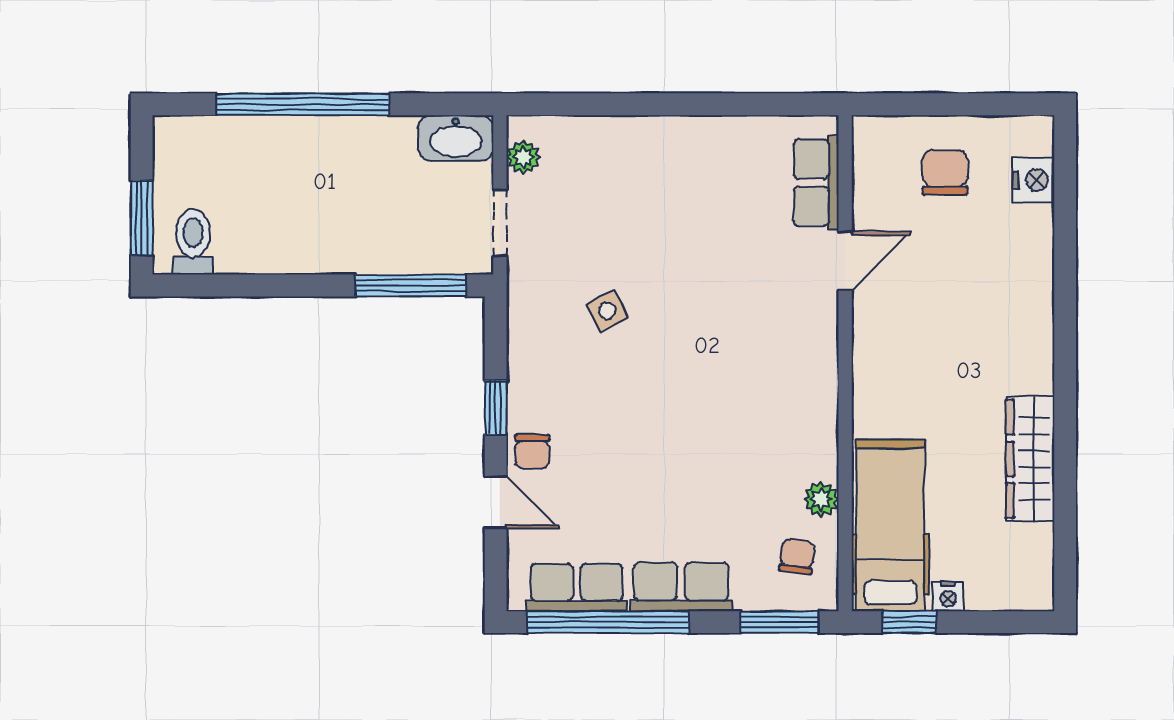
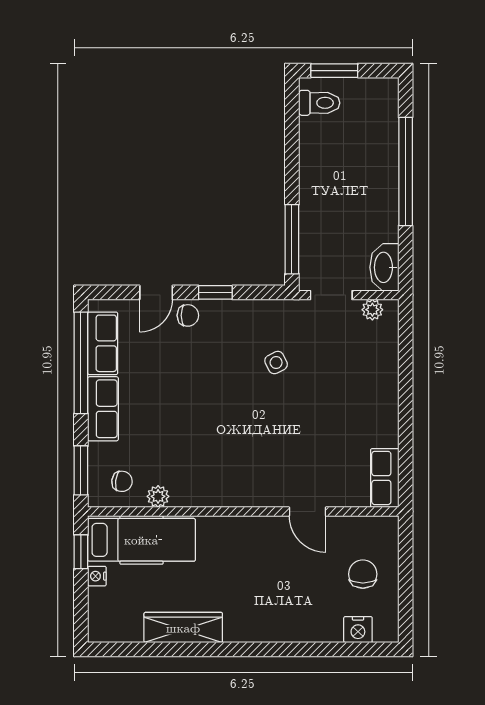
chair: (945, 173) -> (363, 574), turned -90
row of seats: (816, 183) -> (385, 478), moved, turned -90
chair: (532, 451) -> (188, 315), turned 180

